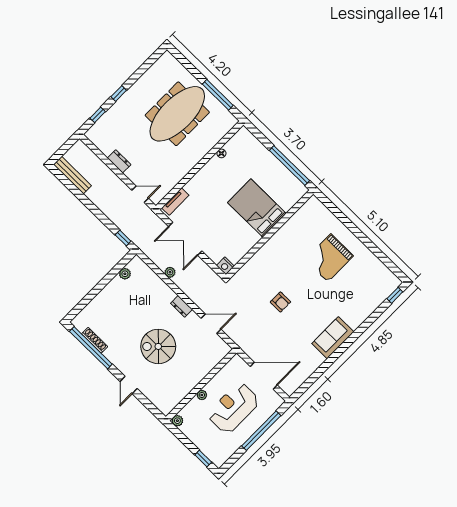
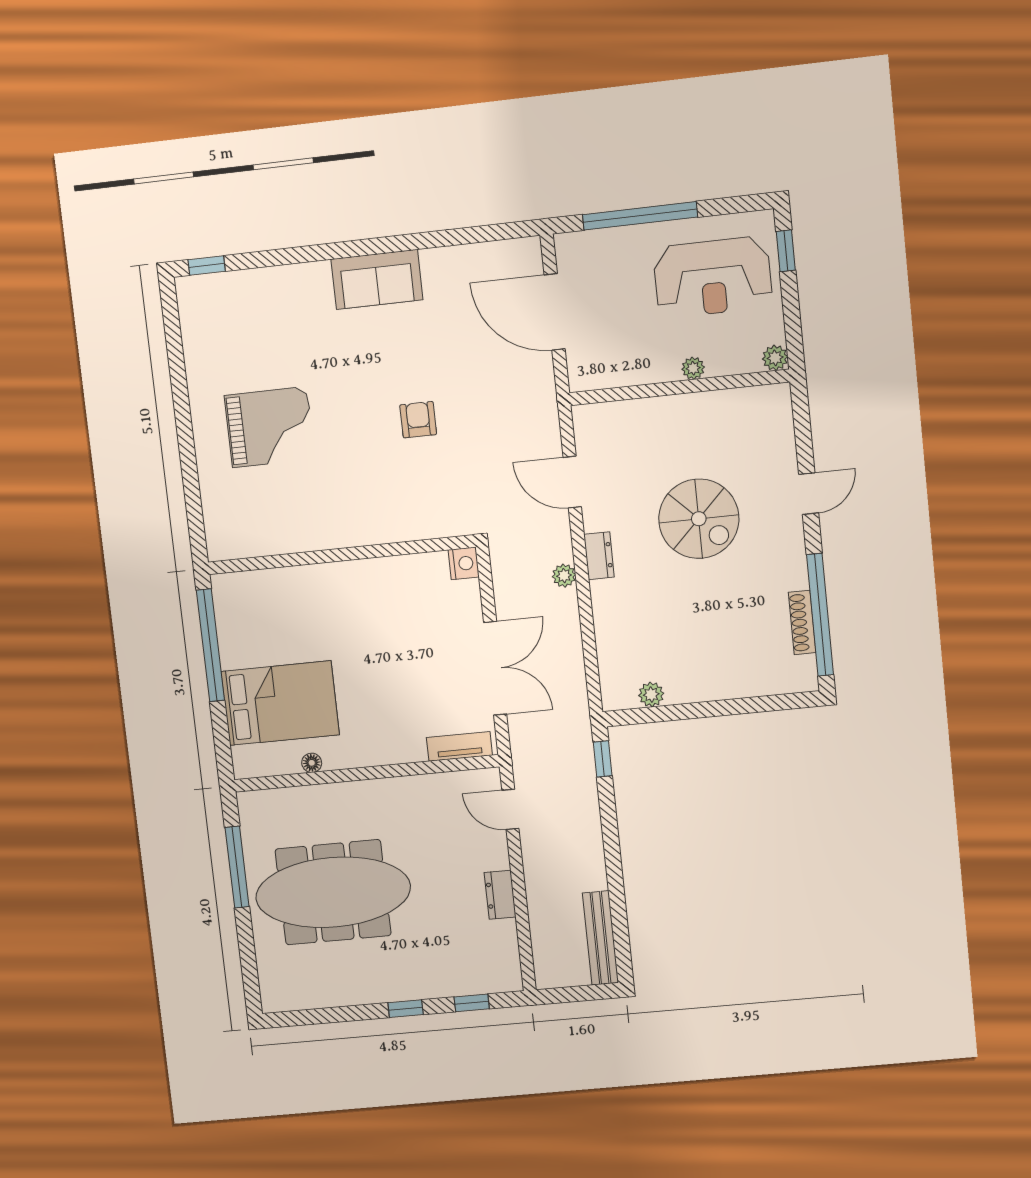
bed: (257, 208) -> (280, 703), moved, turned -90
plant: (170, 272) -> (564, 576), moved
reception desk: (233, 408) -> (713, 277), moved

